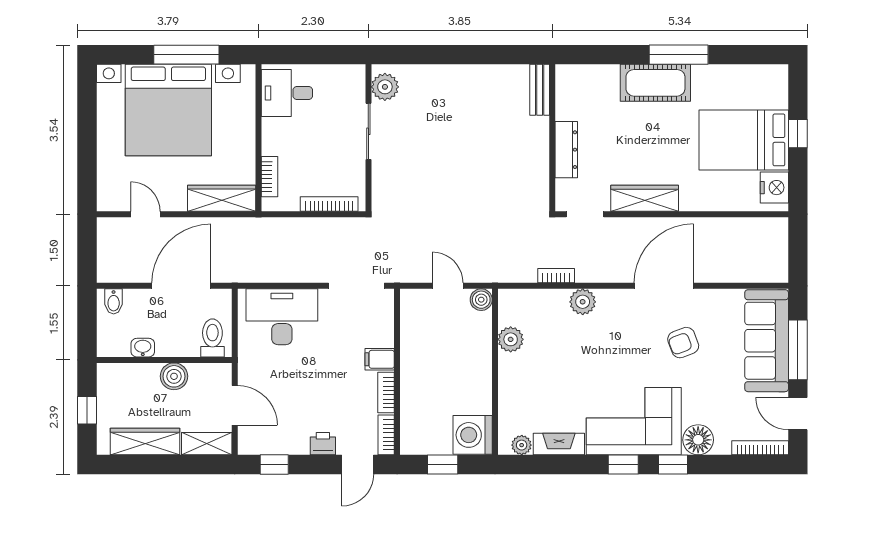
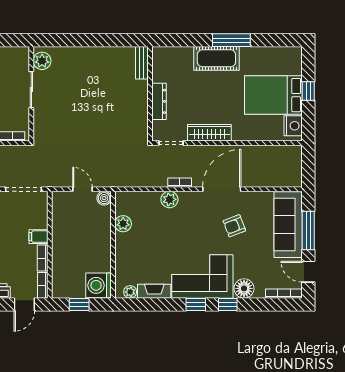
bookcase: (556, 276) -> (180, 183), moved

